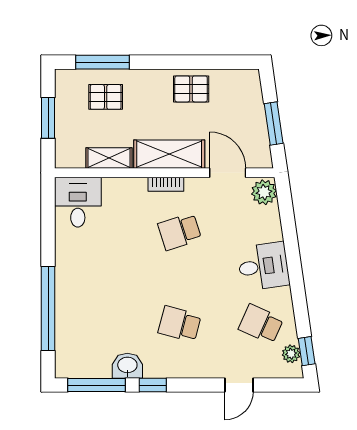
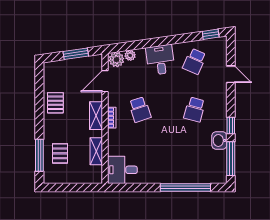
window: (48, 118) -> (72, 187), removed
shelving: (169, 154) -> (96, 116), width x0.67, depth x0.75
plant: (291, 354) -> (130, 55), moved

